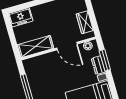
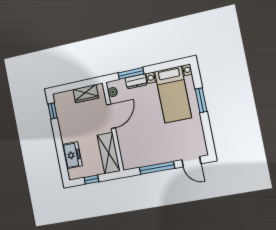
freezer: (21, 17) -> (72, 155), moved
window: (11, 33) -> (91, 180), added

